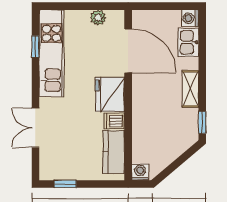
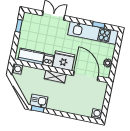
kitchen sink: (188, 42) -> (39, 101), moved
door: (128, 51) -> (86, 76), swing flipped
shelving: (190, 89) -> (55, 76), moved

